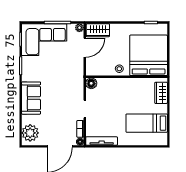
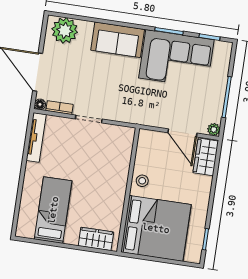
corner sofa: (44, 40) -> (176, 59), moved, turned -90
floor lamp: (91, 83) -> (126, 135), removed

